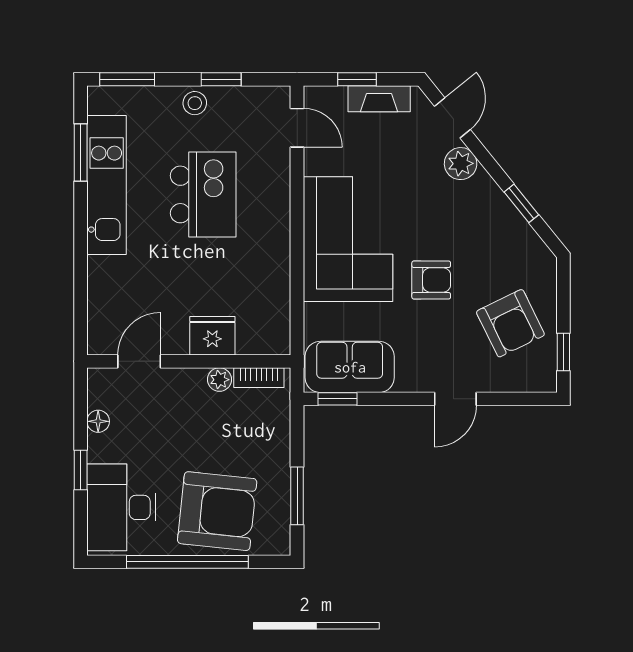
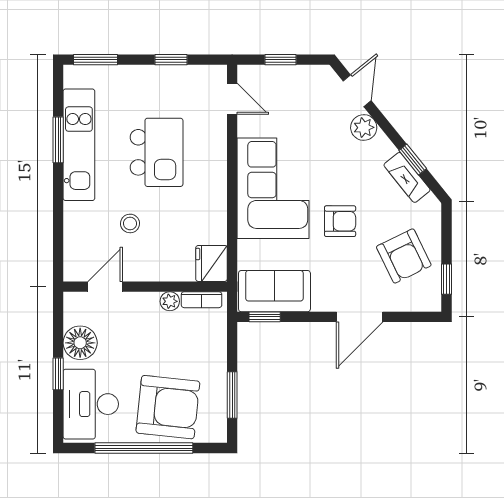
fireplace: (379, 99) -> (407, 177), moved, turned 51
stool: (195, 103) -> (130, 223), moved
window: (81, 153) -> (58, 140), moved
fridge: (212, 336) -> (211, 263), moved, turned -90
door: (455, 399) -> (360, 317), width x1.38
floor lamp: (98, 421) -> (80, 343), width x1.89, depth x1.89

